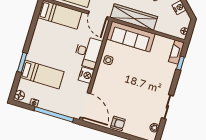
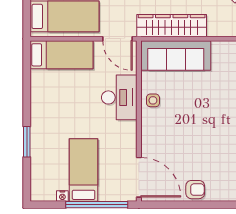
bed: (42, 75) -> (84, 170), moved, turned -90
nightstand: (86, 75) -> (127, 132), removed
floor lamp: (19, 95) -> (37, 192), removed

